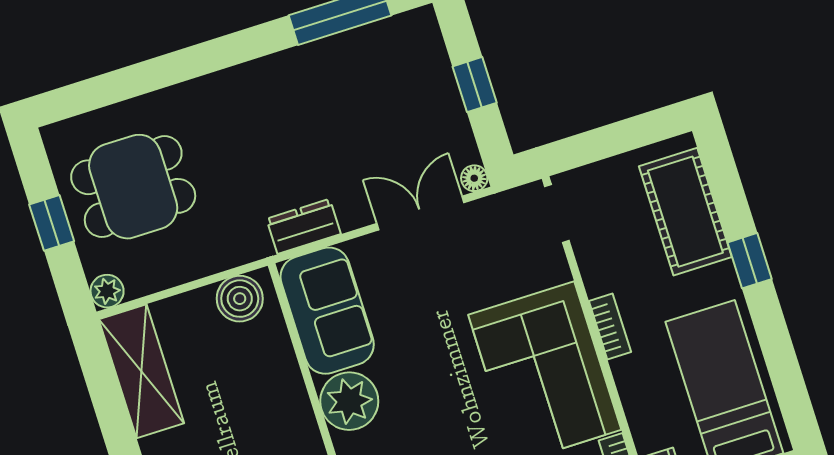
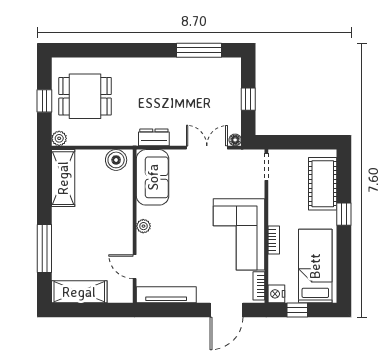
bookcase: (610, 327) -> (274, 240), moved
plant: (349, 401) -> (143, 226), width x0.53, depth x0.53

